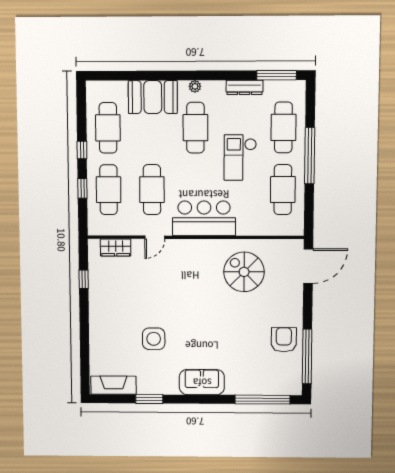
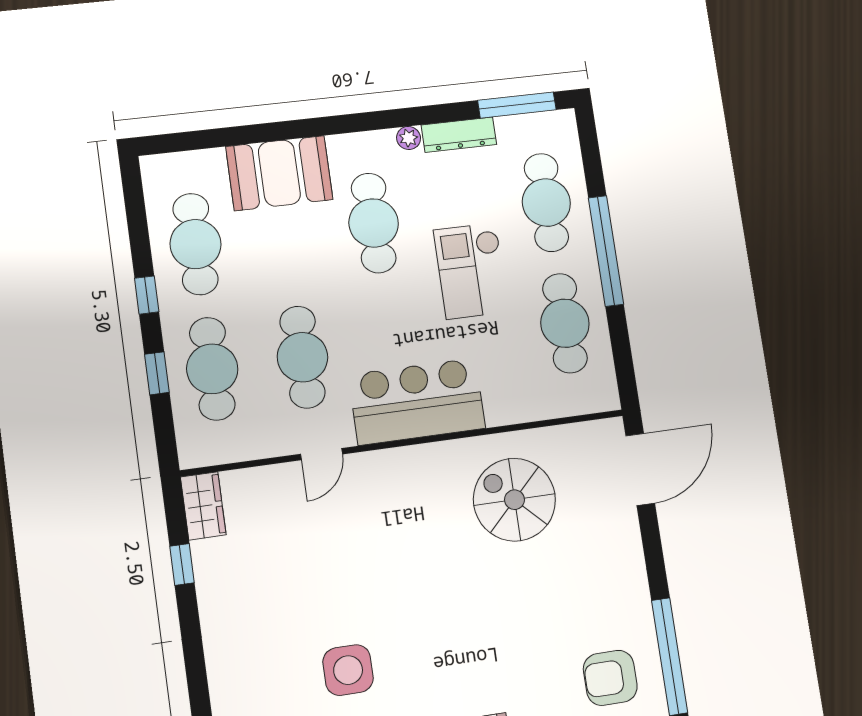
plant: (195, 86) -> (409, 138), moved
wardrobe: (116, 247) -> (203, 506), moved, turned -90
armchair: (284, 340) -> (610, 678), moved, turned -90

